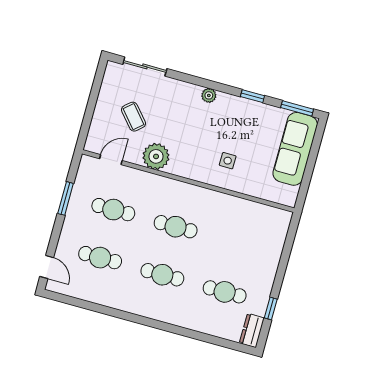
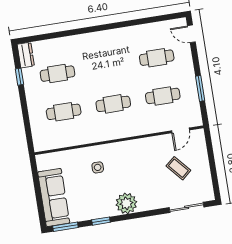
plant: (209, 95) -> (126, 203), width x1.88, depth x1.88
plant: (156, 156) -> (150, 147), removed
cafe table: (162, 275) -> (64, 112), moved

